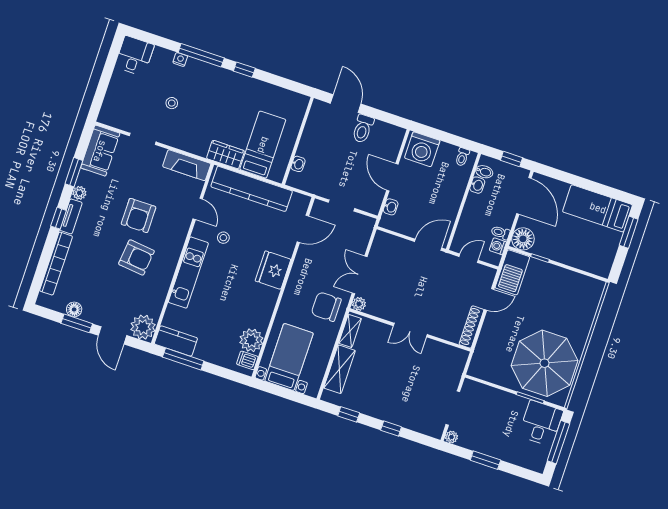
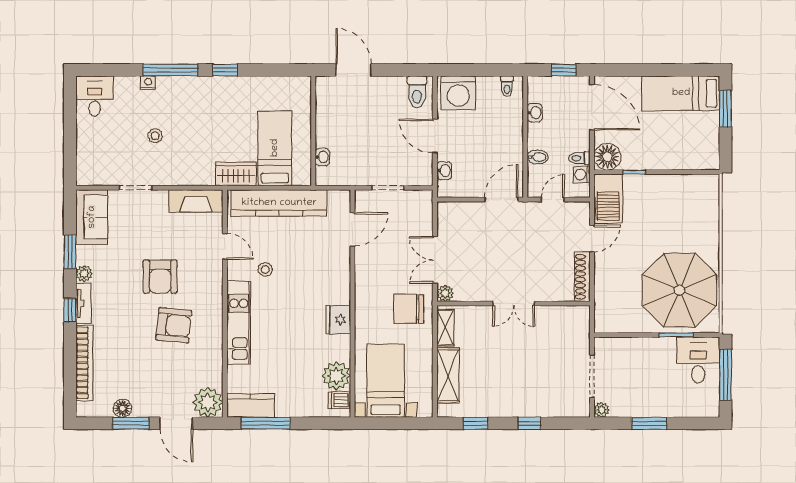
toilet: (363, 129) -> (417, 92), moved
bidet: (484, 172) -> (538, 157), moved
fridge: (273, 270) -> (338, 320), moved, width x0.73, depth x0.75

